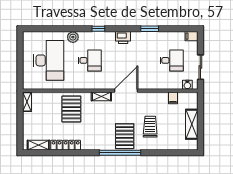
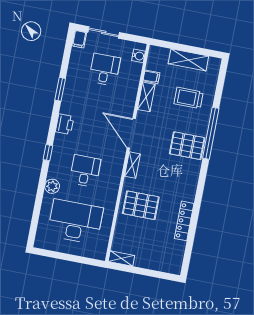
sliding door: (200, 67) -> (104, 32), moved
trolley: (150, 127) -> (189, 98), moved
shelving: (38, 145) -> (146, 97), moved
window: (120, 153) -> (211, 133), moved

